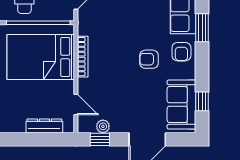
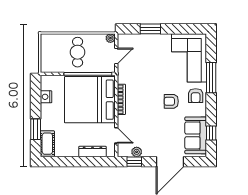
window: (202, 28) -> (211, 78), width x1.44
bed: (41, 57) -> (90, 100), width x1.36

